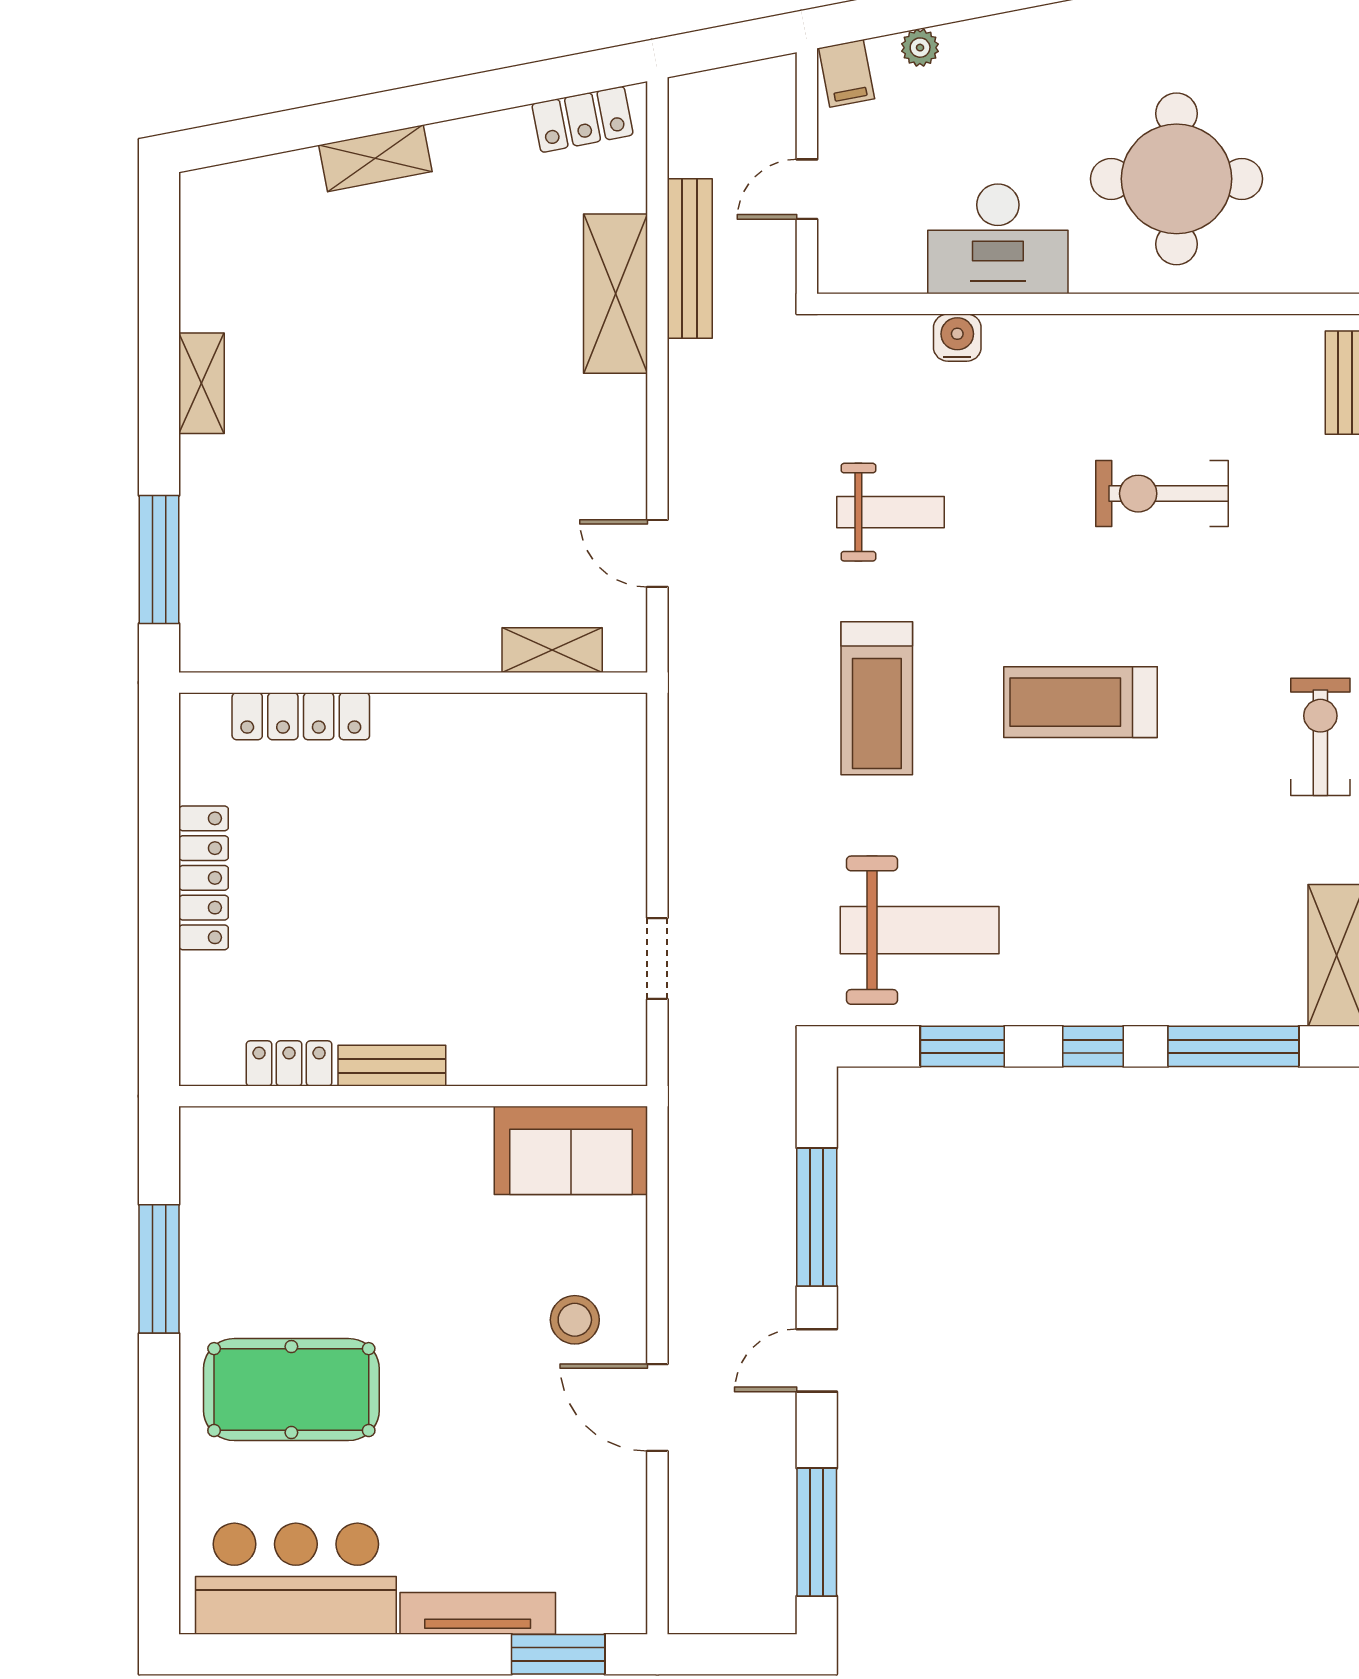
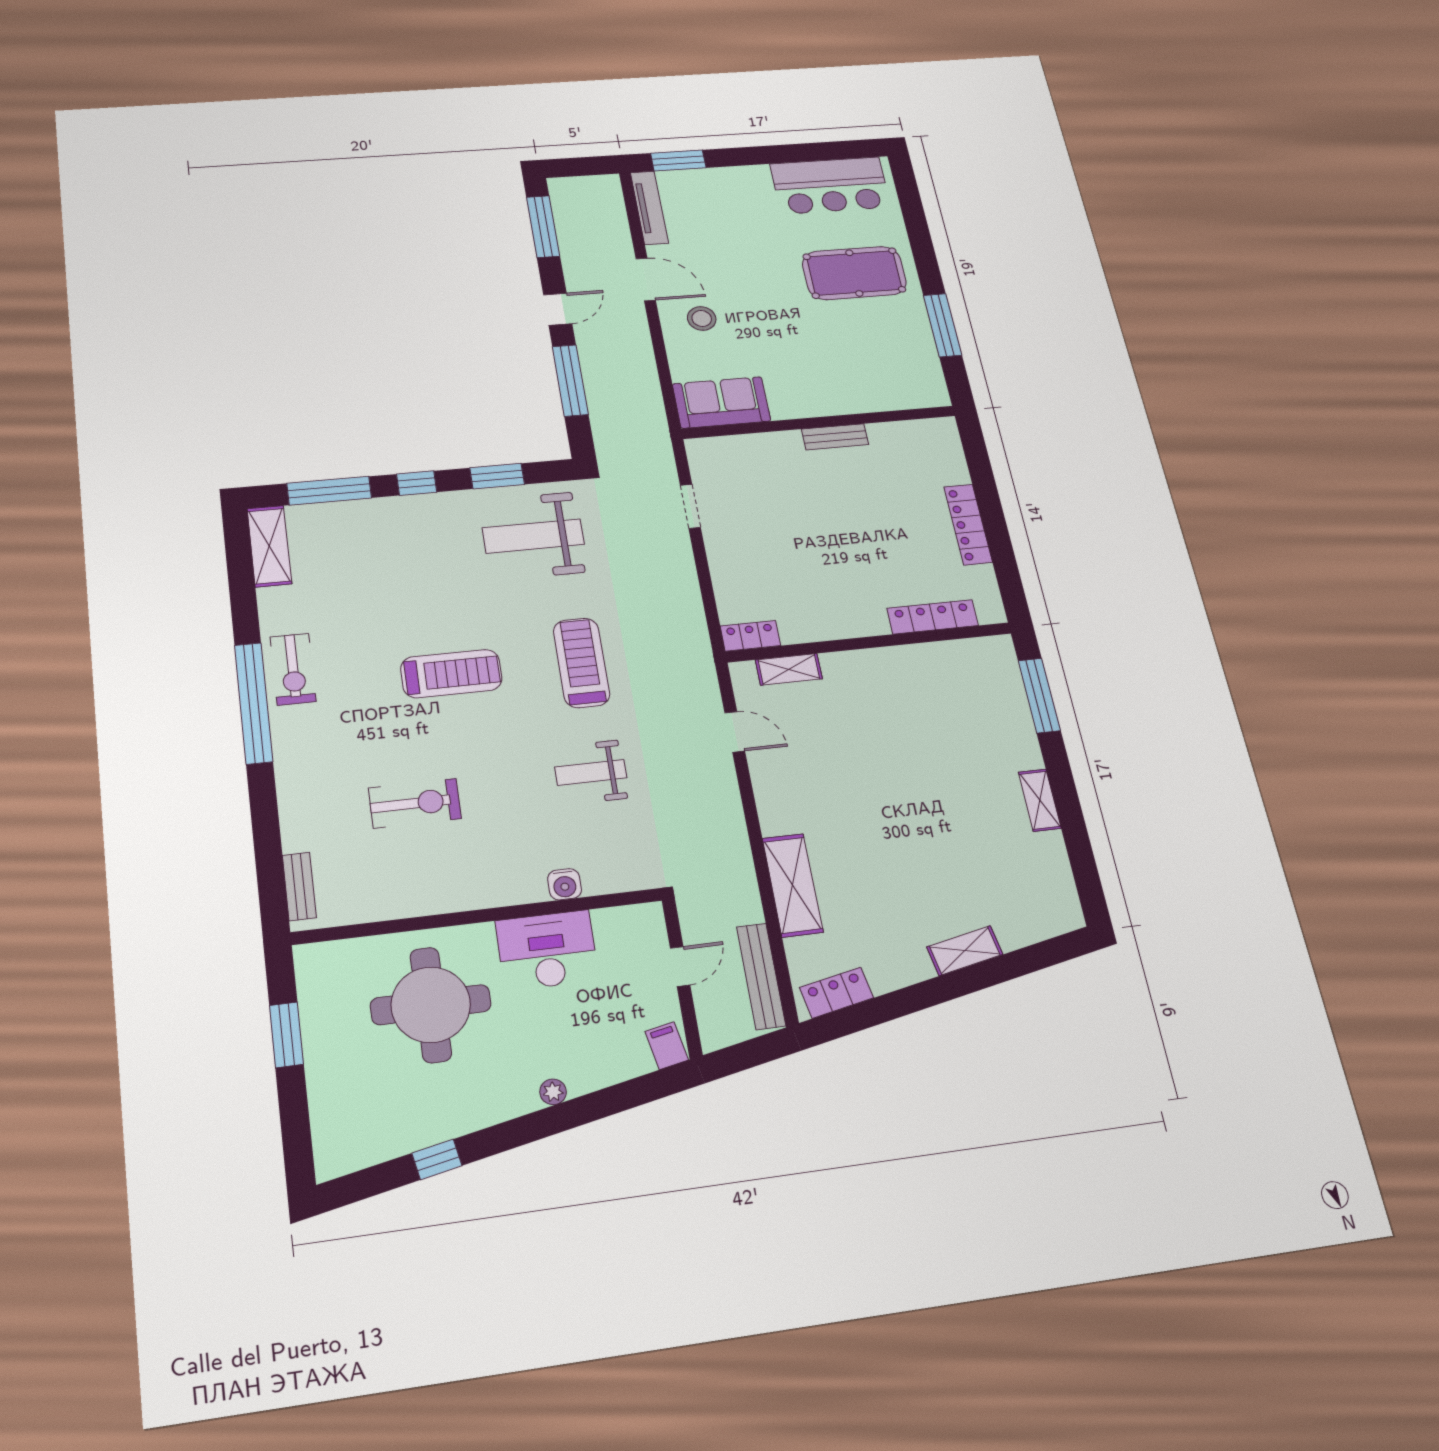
plant: (920, 48) -> (553, 1092), moved
bench: (690, 259) -> (761, 976), moved
locker: (289, 1063) -> (750, 636), moved, turned 180
tv unit: (478, 1613) -> (649, 208), moved, turned -90

